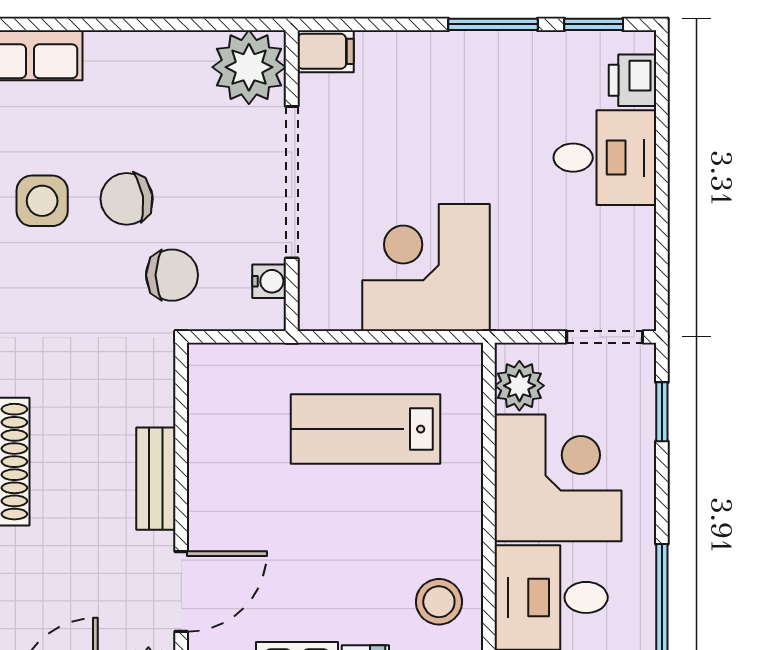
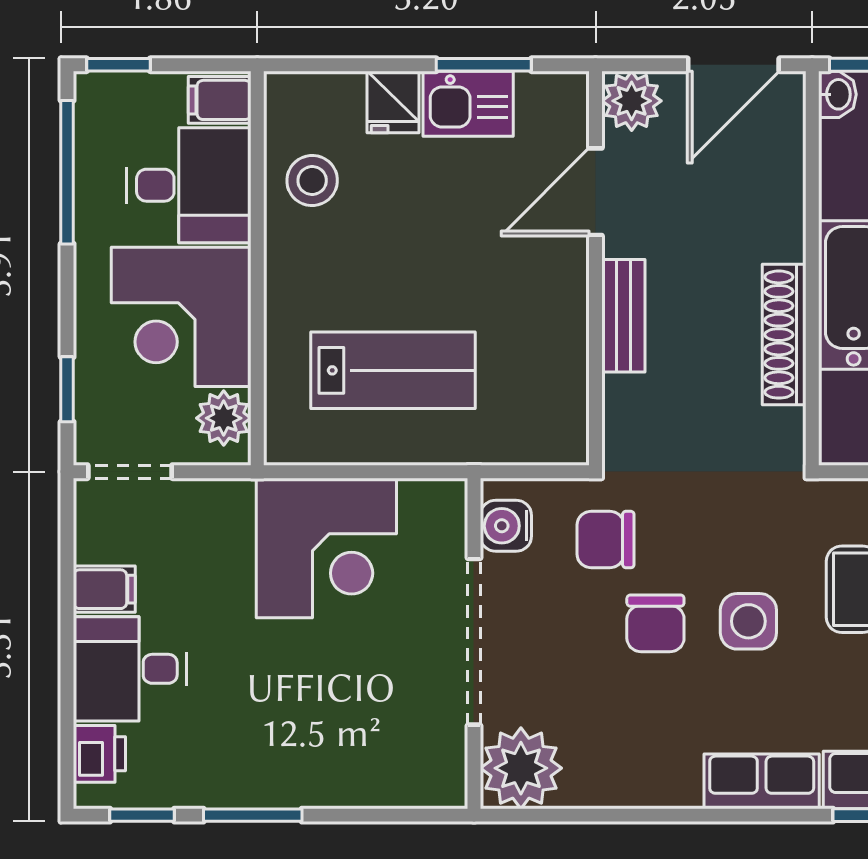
filing cabinet: (326, 51) -> (104, 589), moved, turned 180
chair: (127, 199) -> (655, 623), turned 99
water cooler: (269, 281) -> (506, 526), width x1.38, depth x1.38

